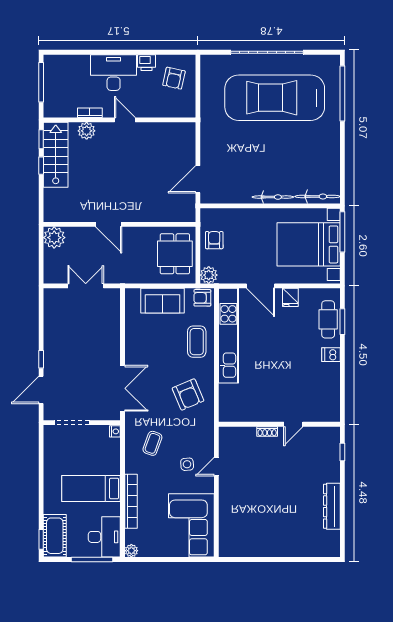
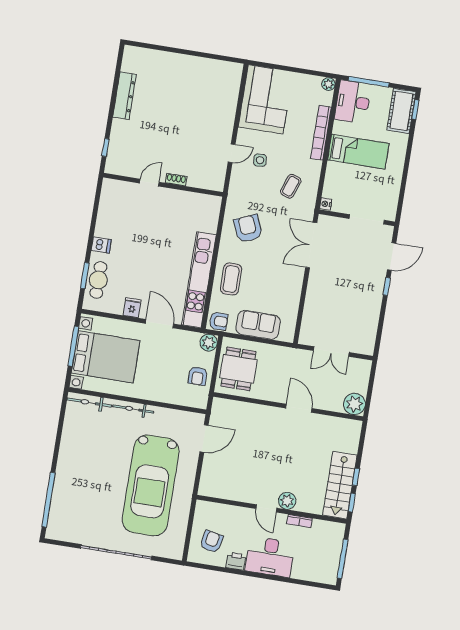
car: (275, 98) -> (151, 485), moved, turned 90
plant: (87, 131) -> (287, 501), moved
window: (342, 232) -> (73, 346), moved

